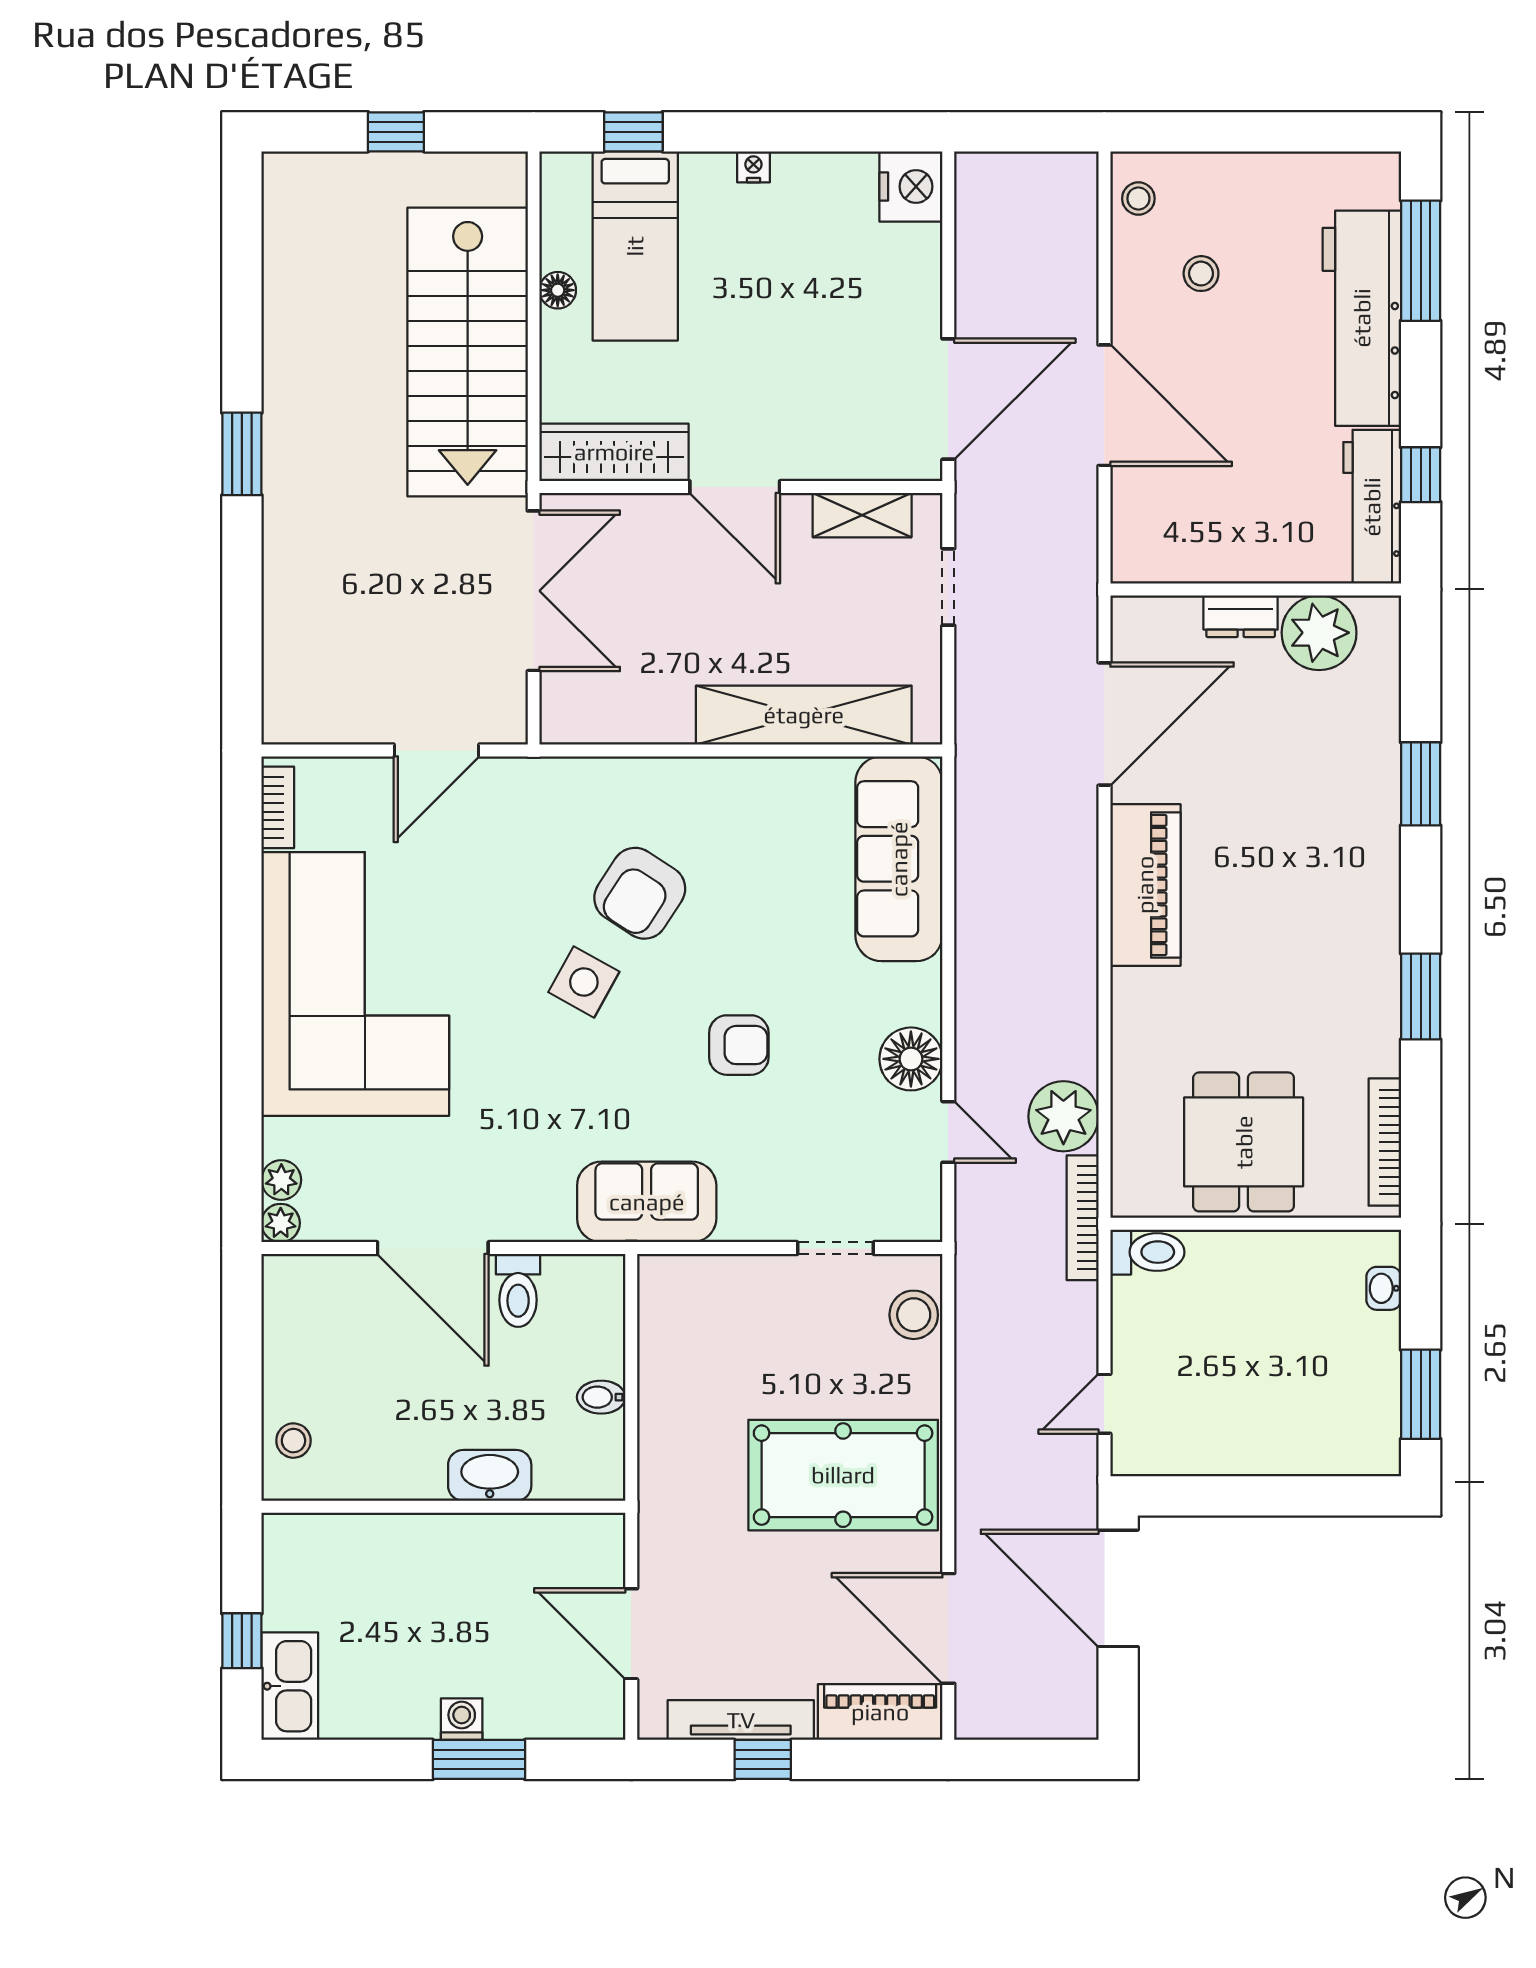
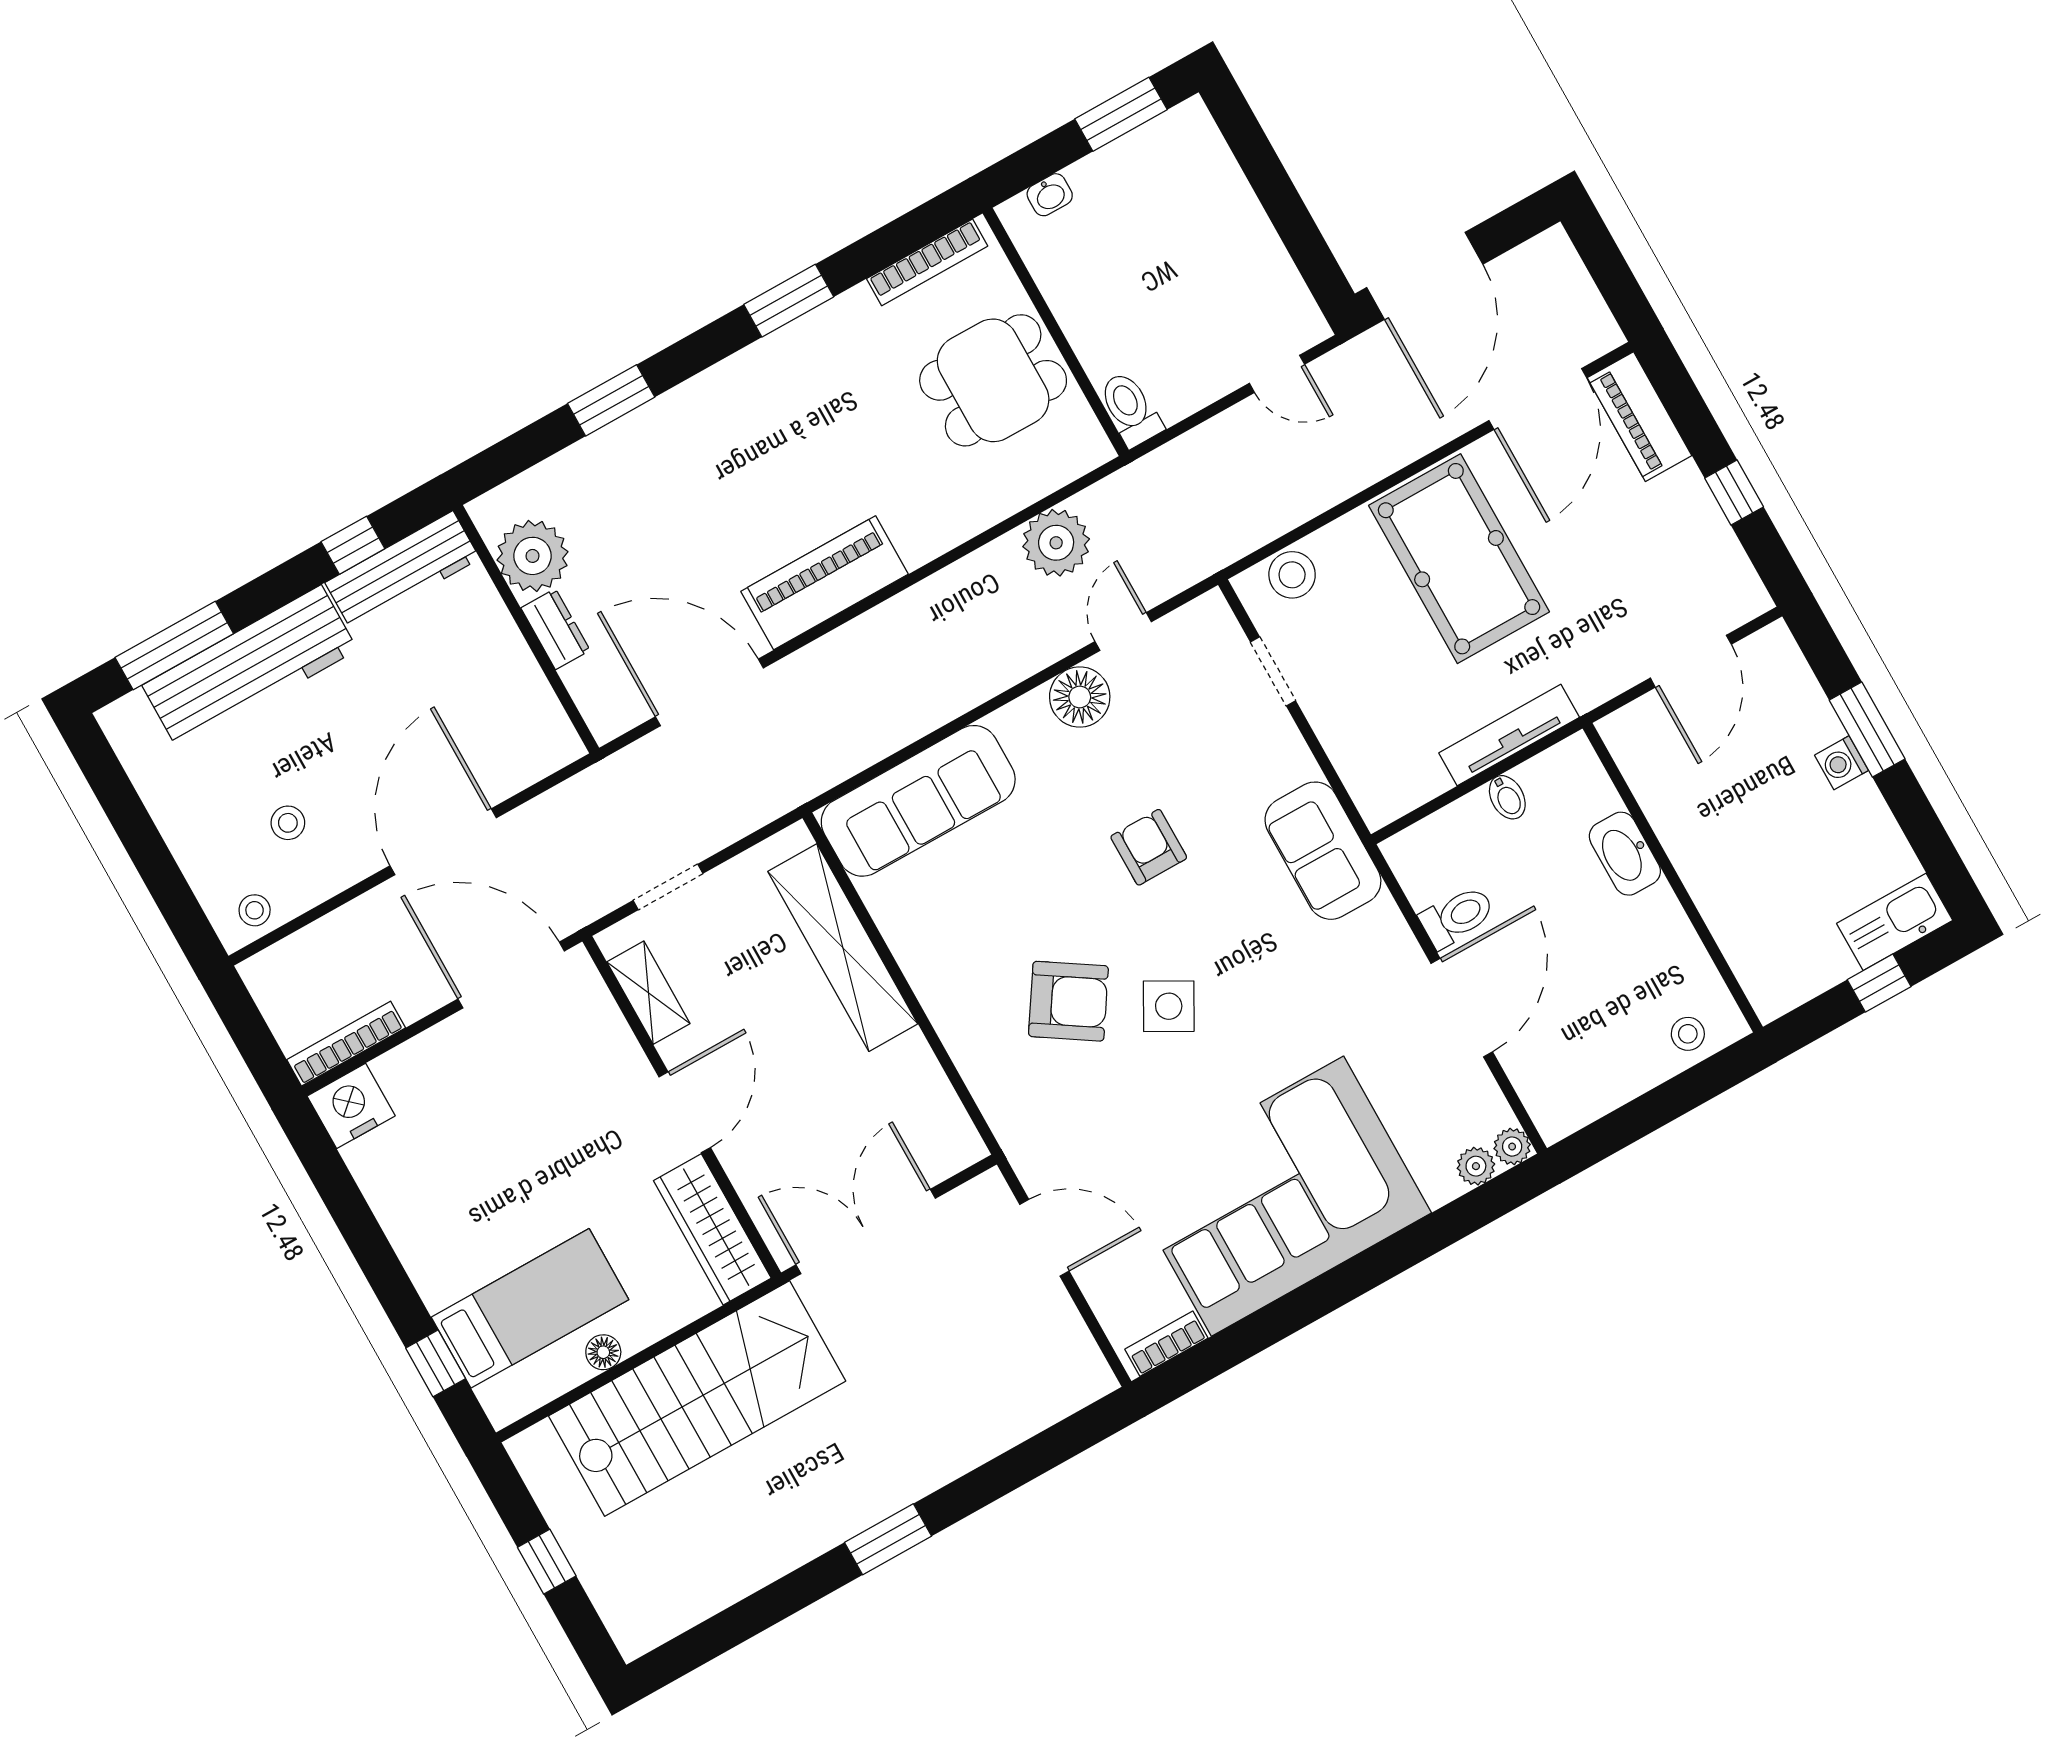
nightstand: (753, 167) -> (408, 1247), removed
bookcase: (1083, 1218) -> (346, 1044), moved, turned 180
tv unit: (741, 1720) -> (1509, 735), moved, turned 90

